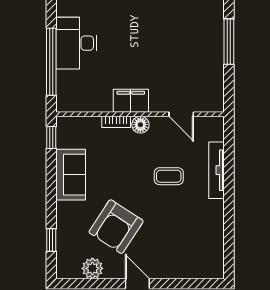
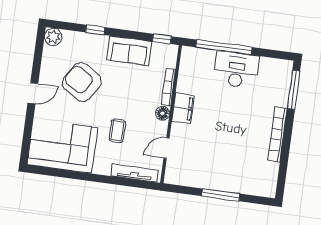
bookcase: (116, 122) -> (168, 87), width x1.56
tv unit: (217, 170) -> (135, 173), moved
corner sofa: (196, 239) -> (62, 146), added
window: (51, 240) -> (95, 30), moved
plant: (92, 268) -> (53, 37), moved

